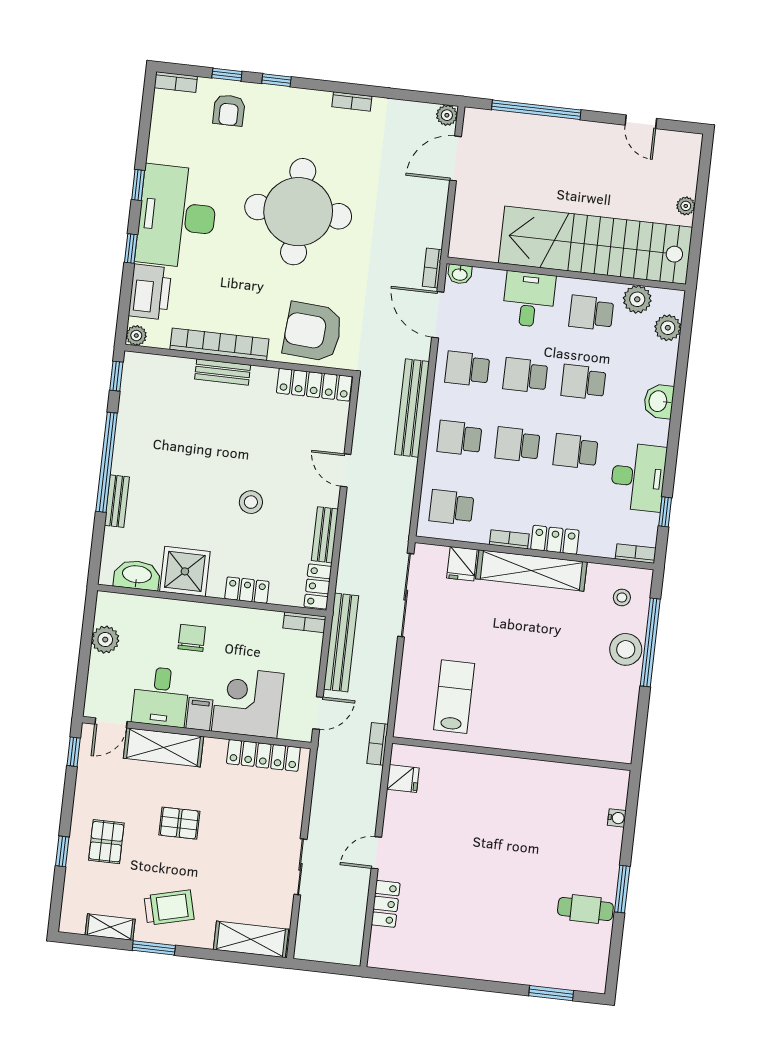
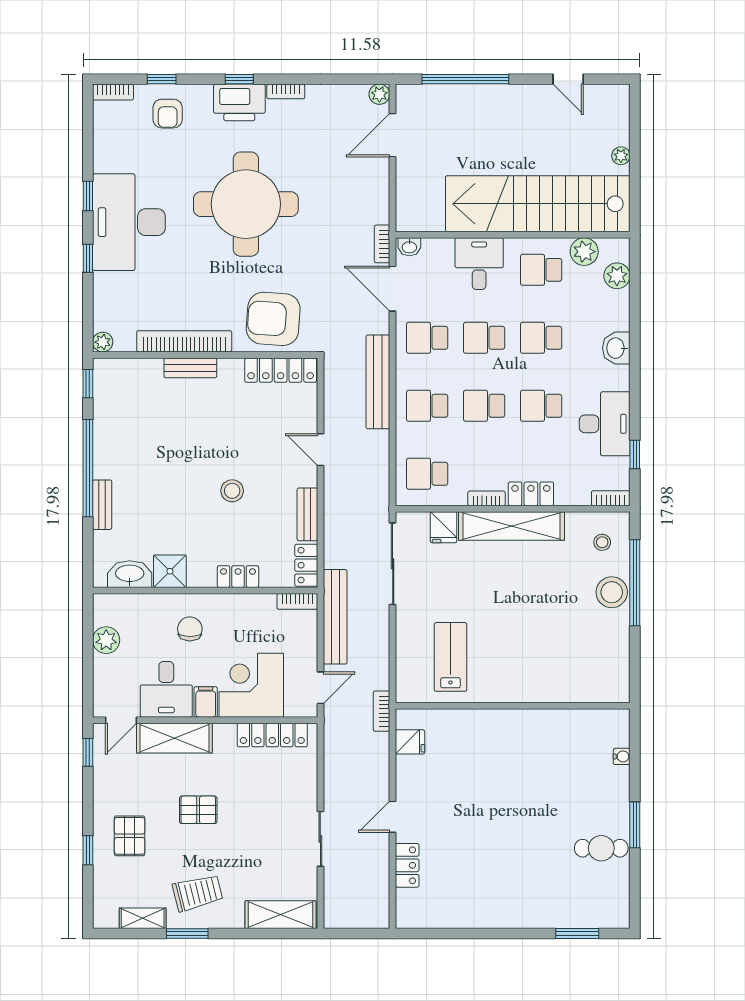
window: (276, 80) -> (239, 79), moved
printer: (150, 292) -> (239, 102), moved, turned 90
shower: (185, 571) -> (170, 571), width x0.73, depth x0.73

